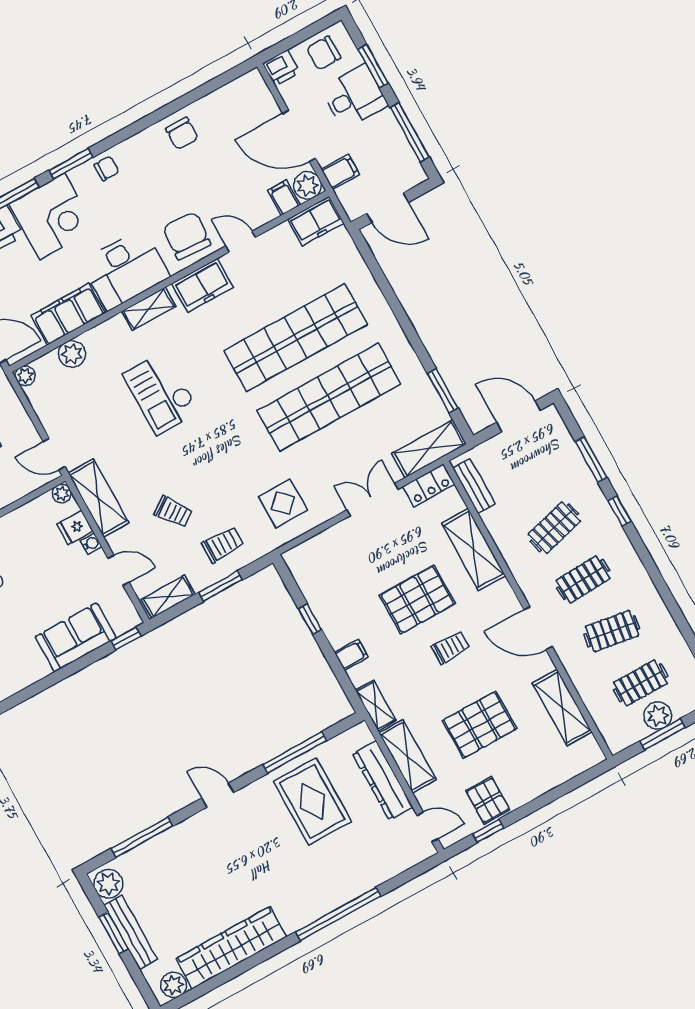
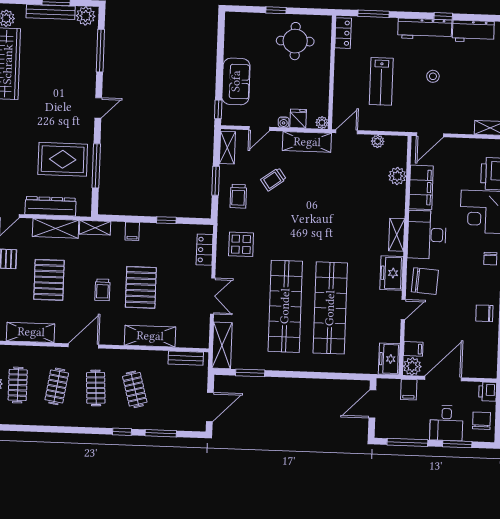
plant: (25, 376) -> (378, 141), moved
checkout: (161, 393) -> (345, 213), removed
locker: (429, 485) -> (205, 250), moved

